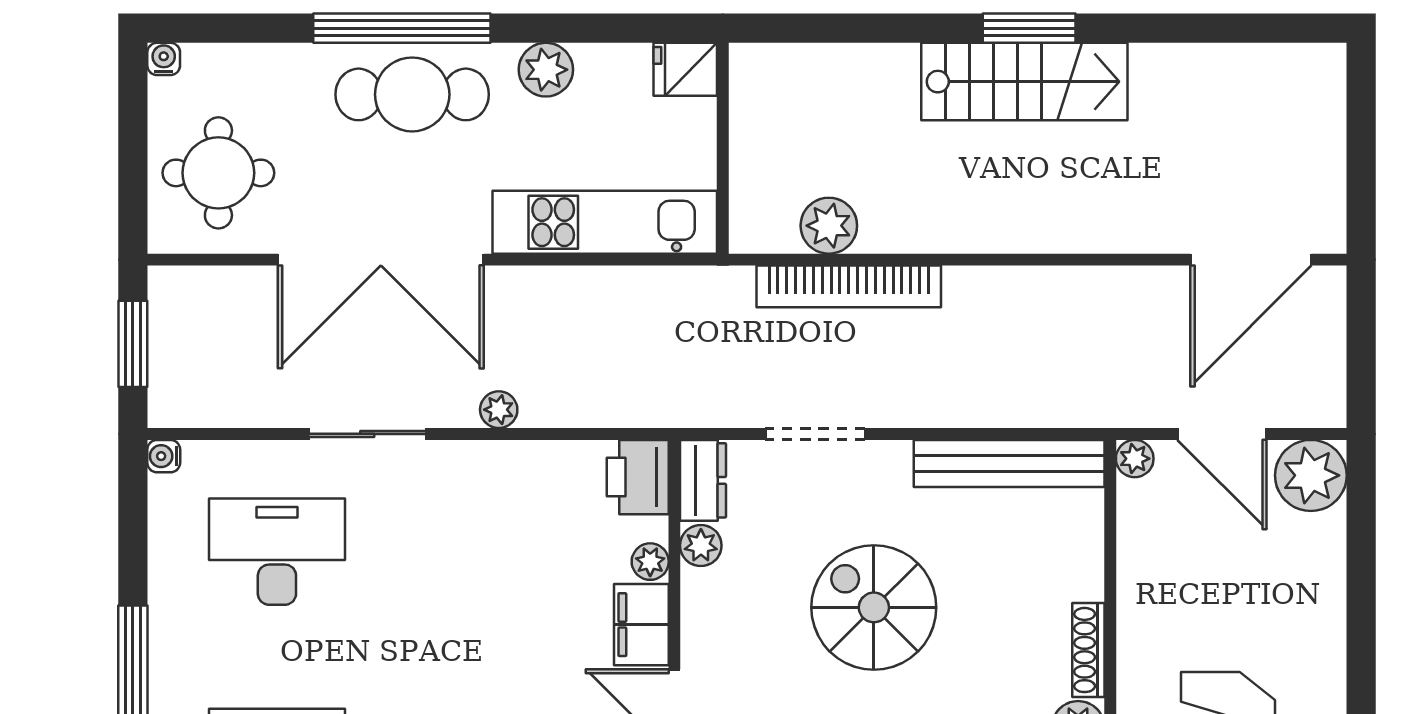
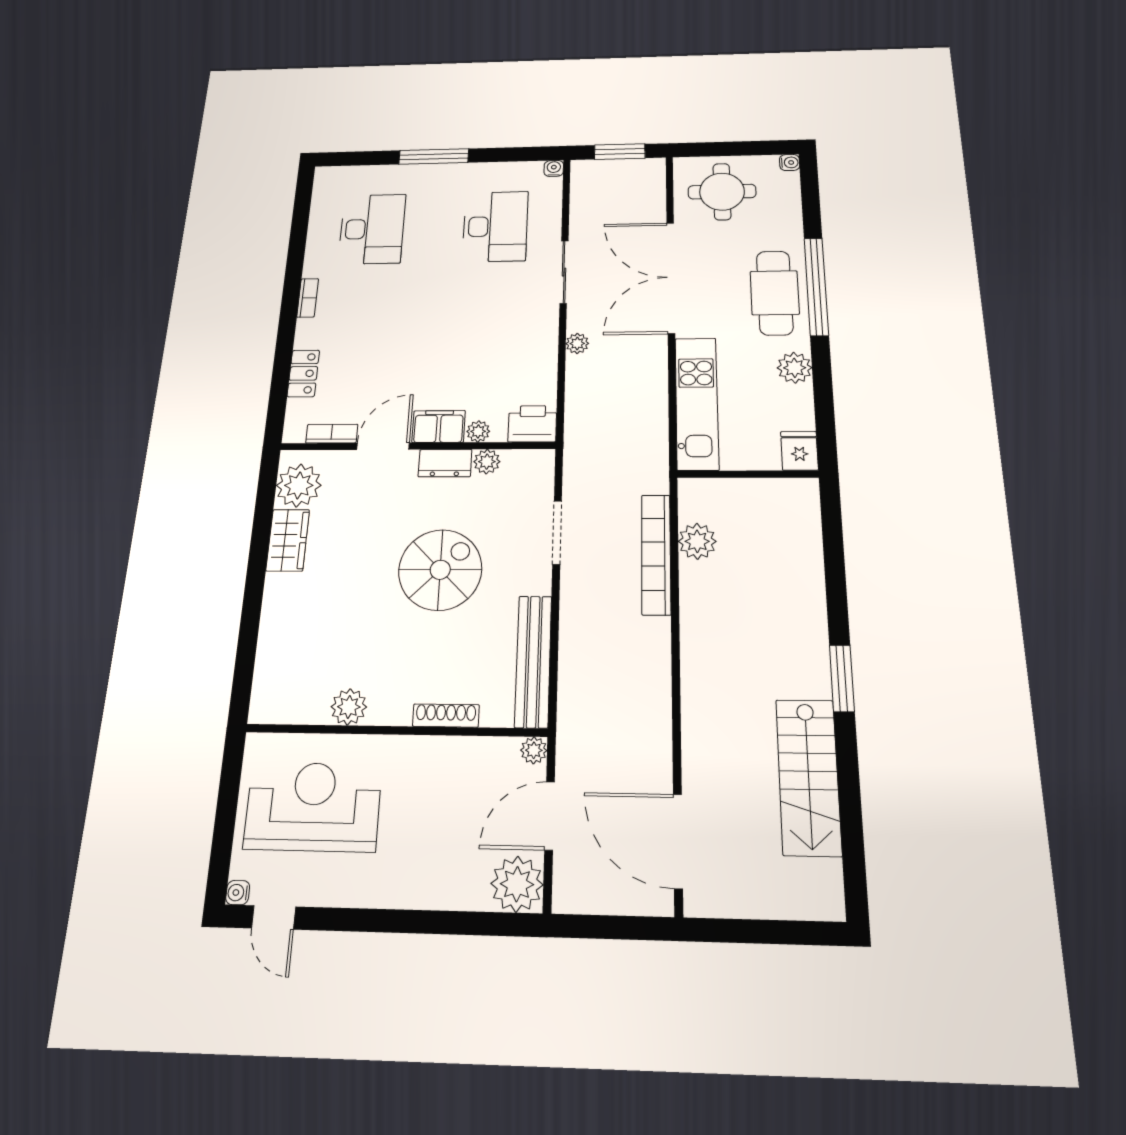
stairs: (1024, 82) -> (808, 777), moved
dresser: (703, 480) -> (445, 463), moved
shoe rack: (1088, 650) -> (446, 716), moved

